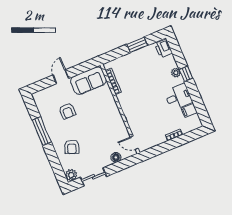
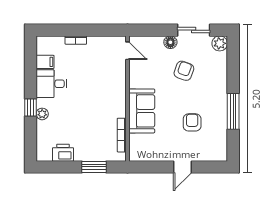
window: (137, 45) -> (94, 167), moved
printer: (163, 48) -> (63, 153), moved, turned -90
sofa: (88, 81) -> (142, 111), moved, turned 90
armchair: (72, 147) -> (184, 71), moved
floor lamp: (116, 157) -> (170, 42), moved

